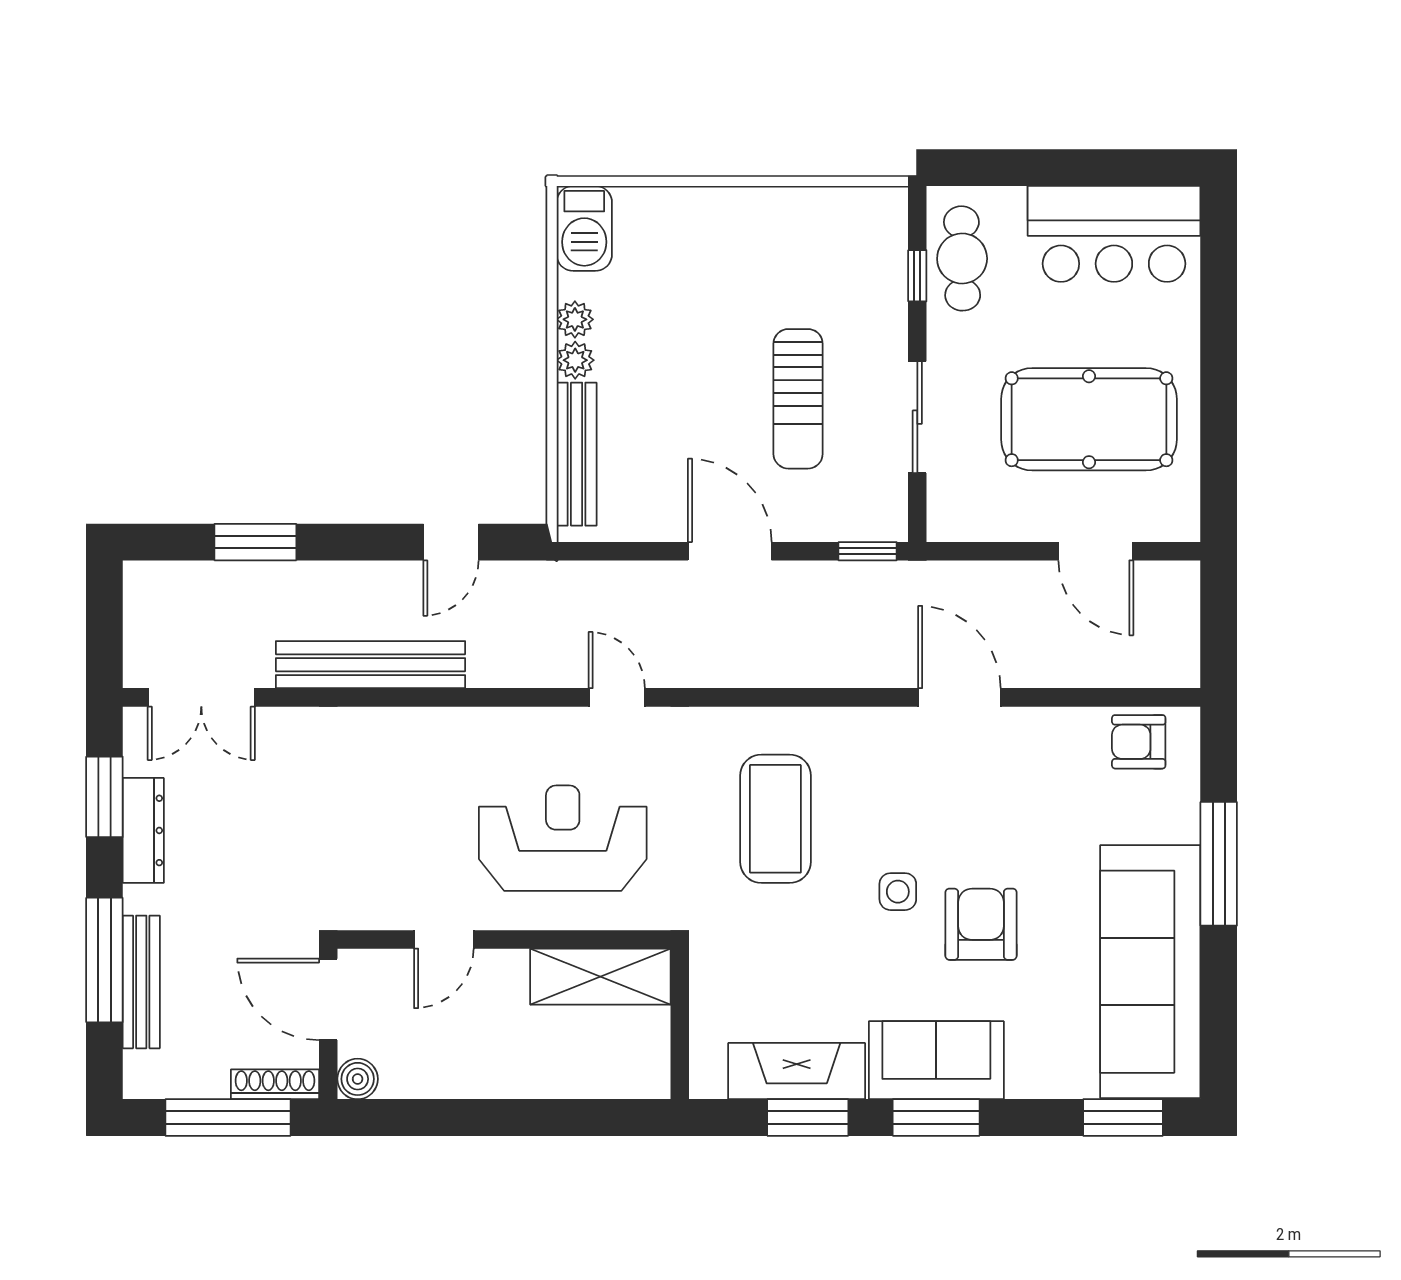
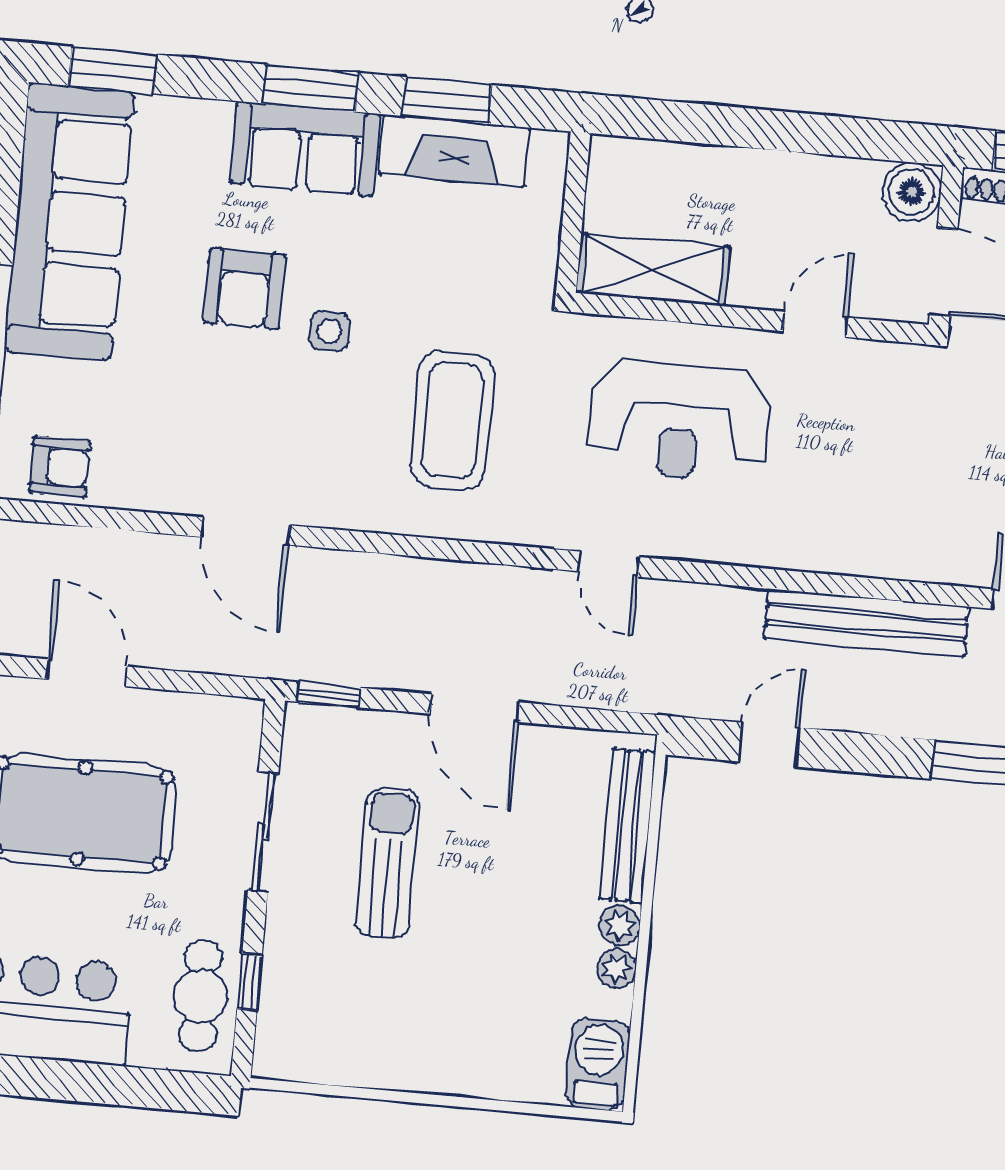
boiler: (358, 1079) -> (912, 192), width x1.36, depth x1.36

